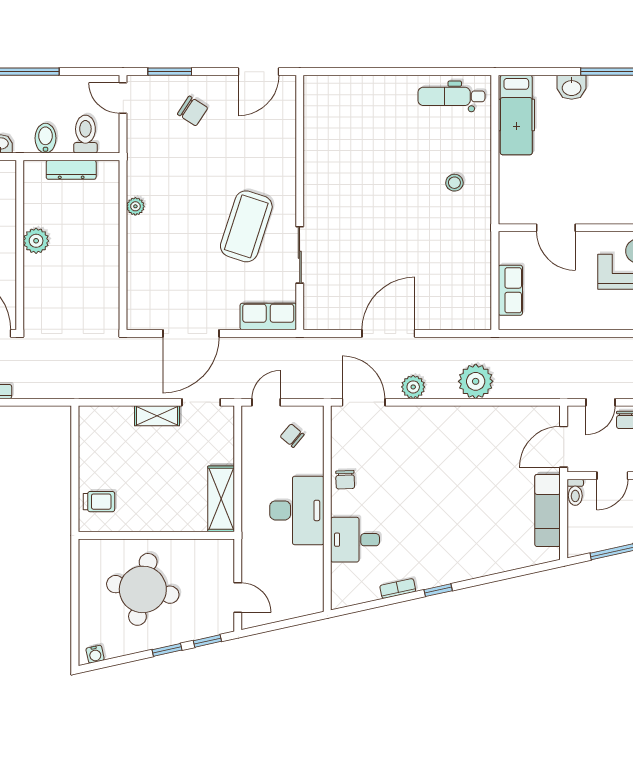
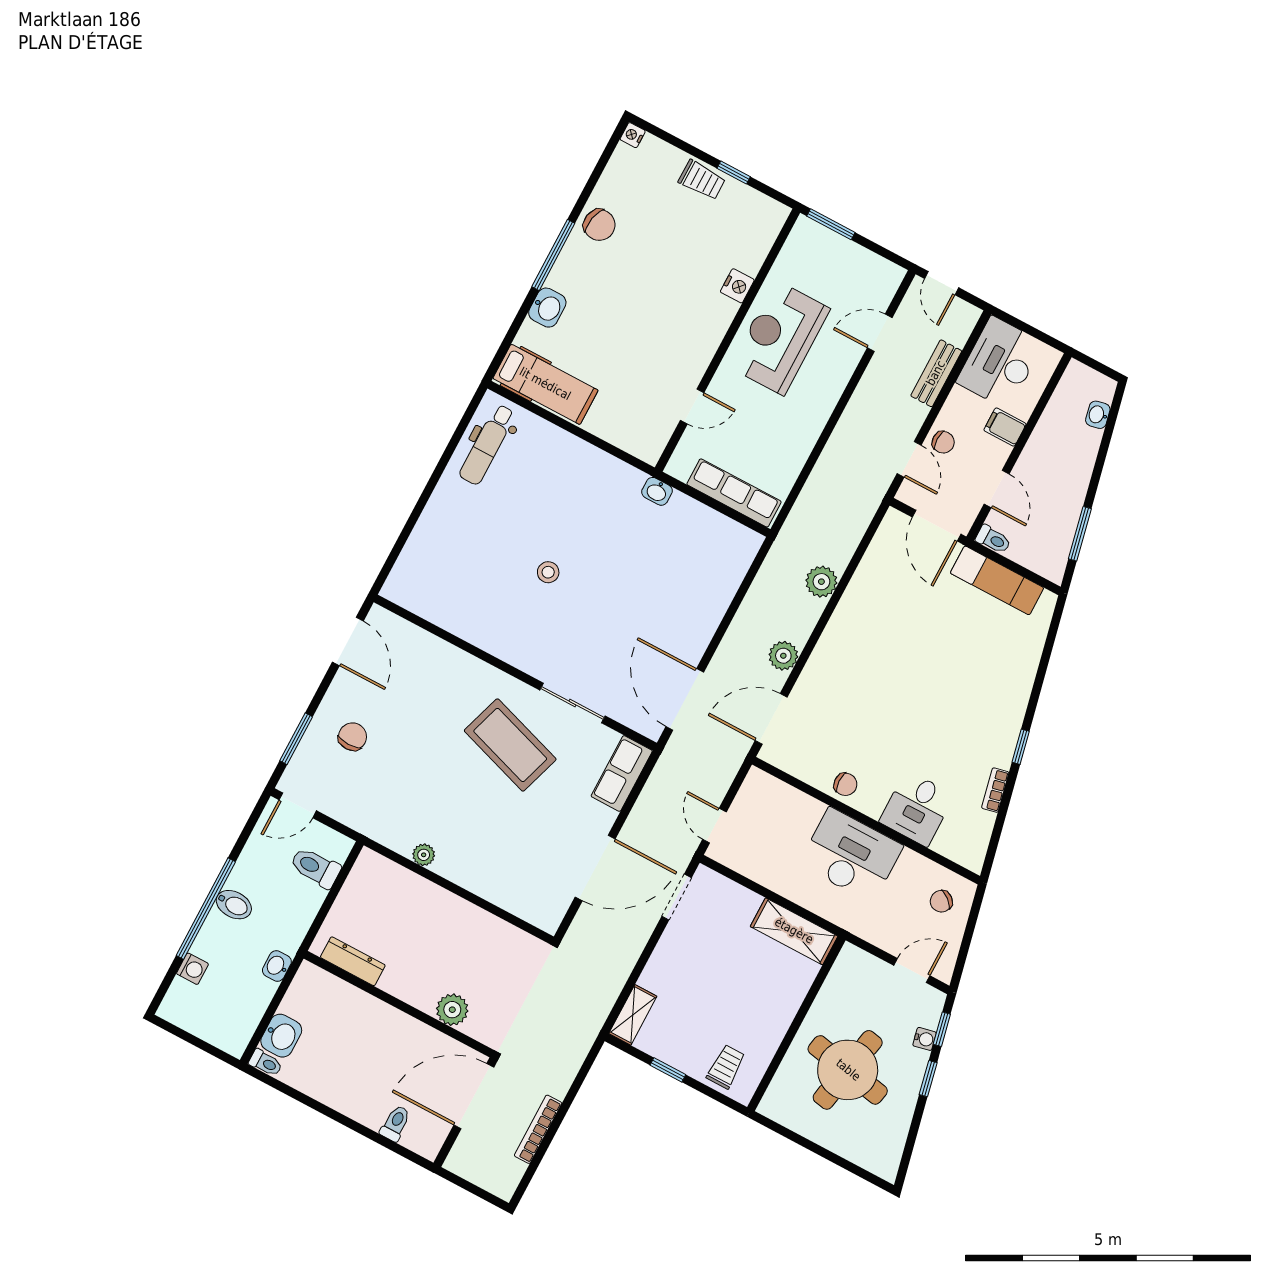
chair: (193, 111) -> (353, 737), turned -33
bidet: (45, 138) -> (234, 905), moved, turned 180
dresser: (71, 170) -> (353, 961), moved, turned -90
stool: (454, 183) -> (548, 572), moved
door: (556, 228) -> (692, 407), width x0.73
washbasin: (482, 235) -> (657, 491), added
plant: (36, 241) -> (452, 1010), moved
row of seats: (510, 290) -> (734, 493), width x1.48
door: (191, 333) -> (595, 868), hinge flipped
door: (388, 333) -> (685, 699), moved
plant: (476, 381) -> (821, 582), width x0.73, depth x0.73
shelving: (157, 416) -> (633, 1015), moved
chair: (292, 436) -> (941, 901), moved
window: (75, 461) -> (668, 1070), added
water cooler: (95, 654) -> (925, 1039), moved

